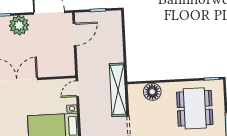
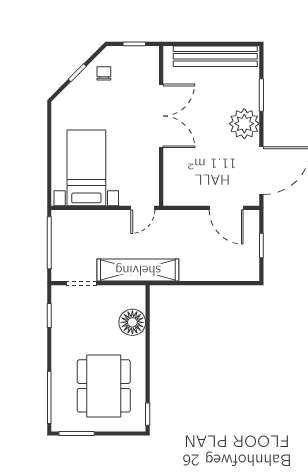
door: (77, 89) -> (143, 208), swing flipped
dining table: (195, 108) -> (104, 386), turned 90

